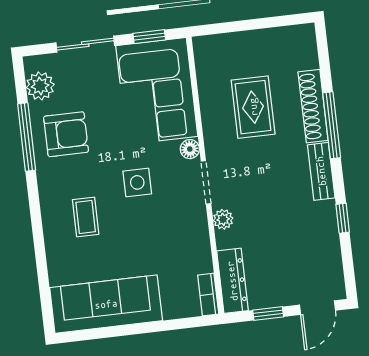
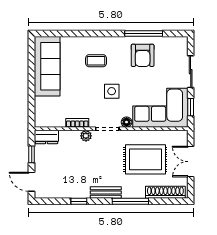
double door: (247, 25) -> (191, 162), added
plant: (40, 86) -> (171, 44), removed
shoe rack: (313, 106) -> (165, 192), moved
rug: (253, 107) -> (145, 159), width x1.36, depth x1.43
dresser: (232, 281) -> (46, 137), width x0.70
bookcase: (208, 295) -> (77, 123), moved

